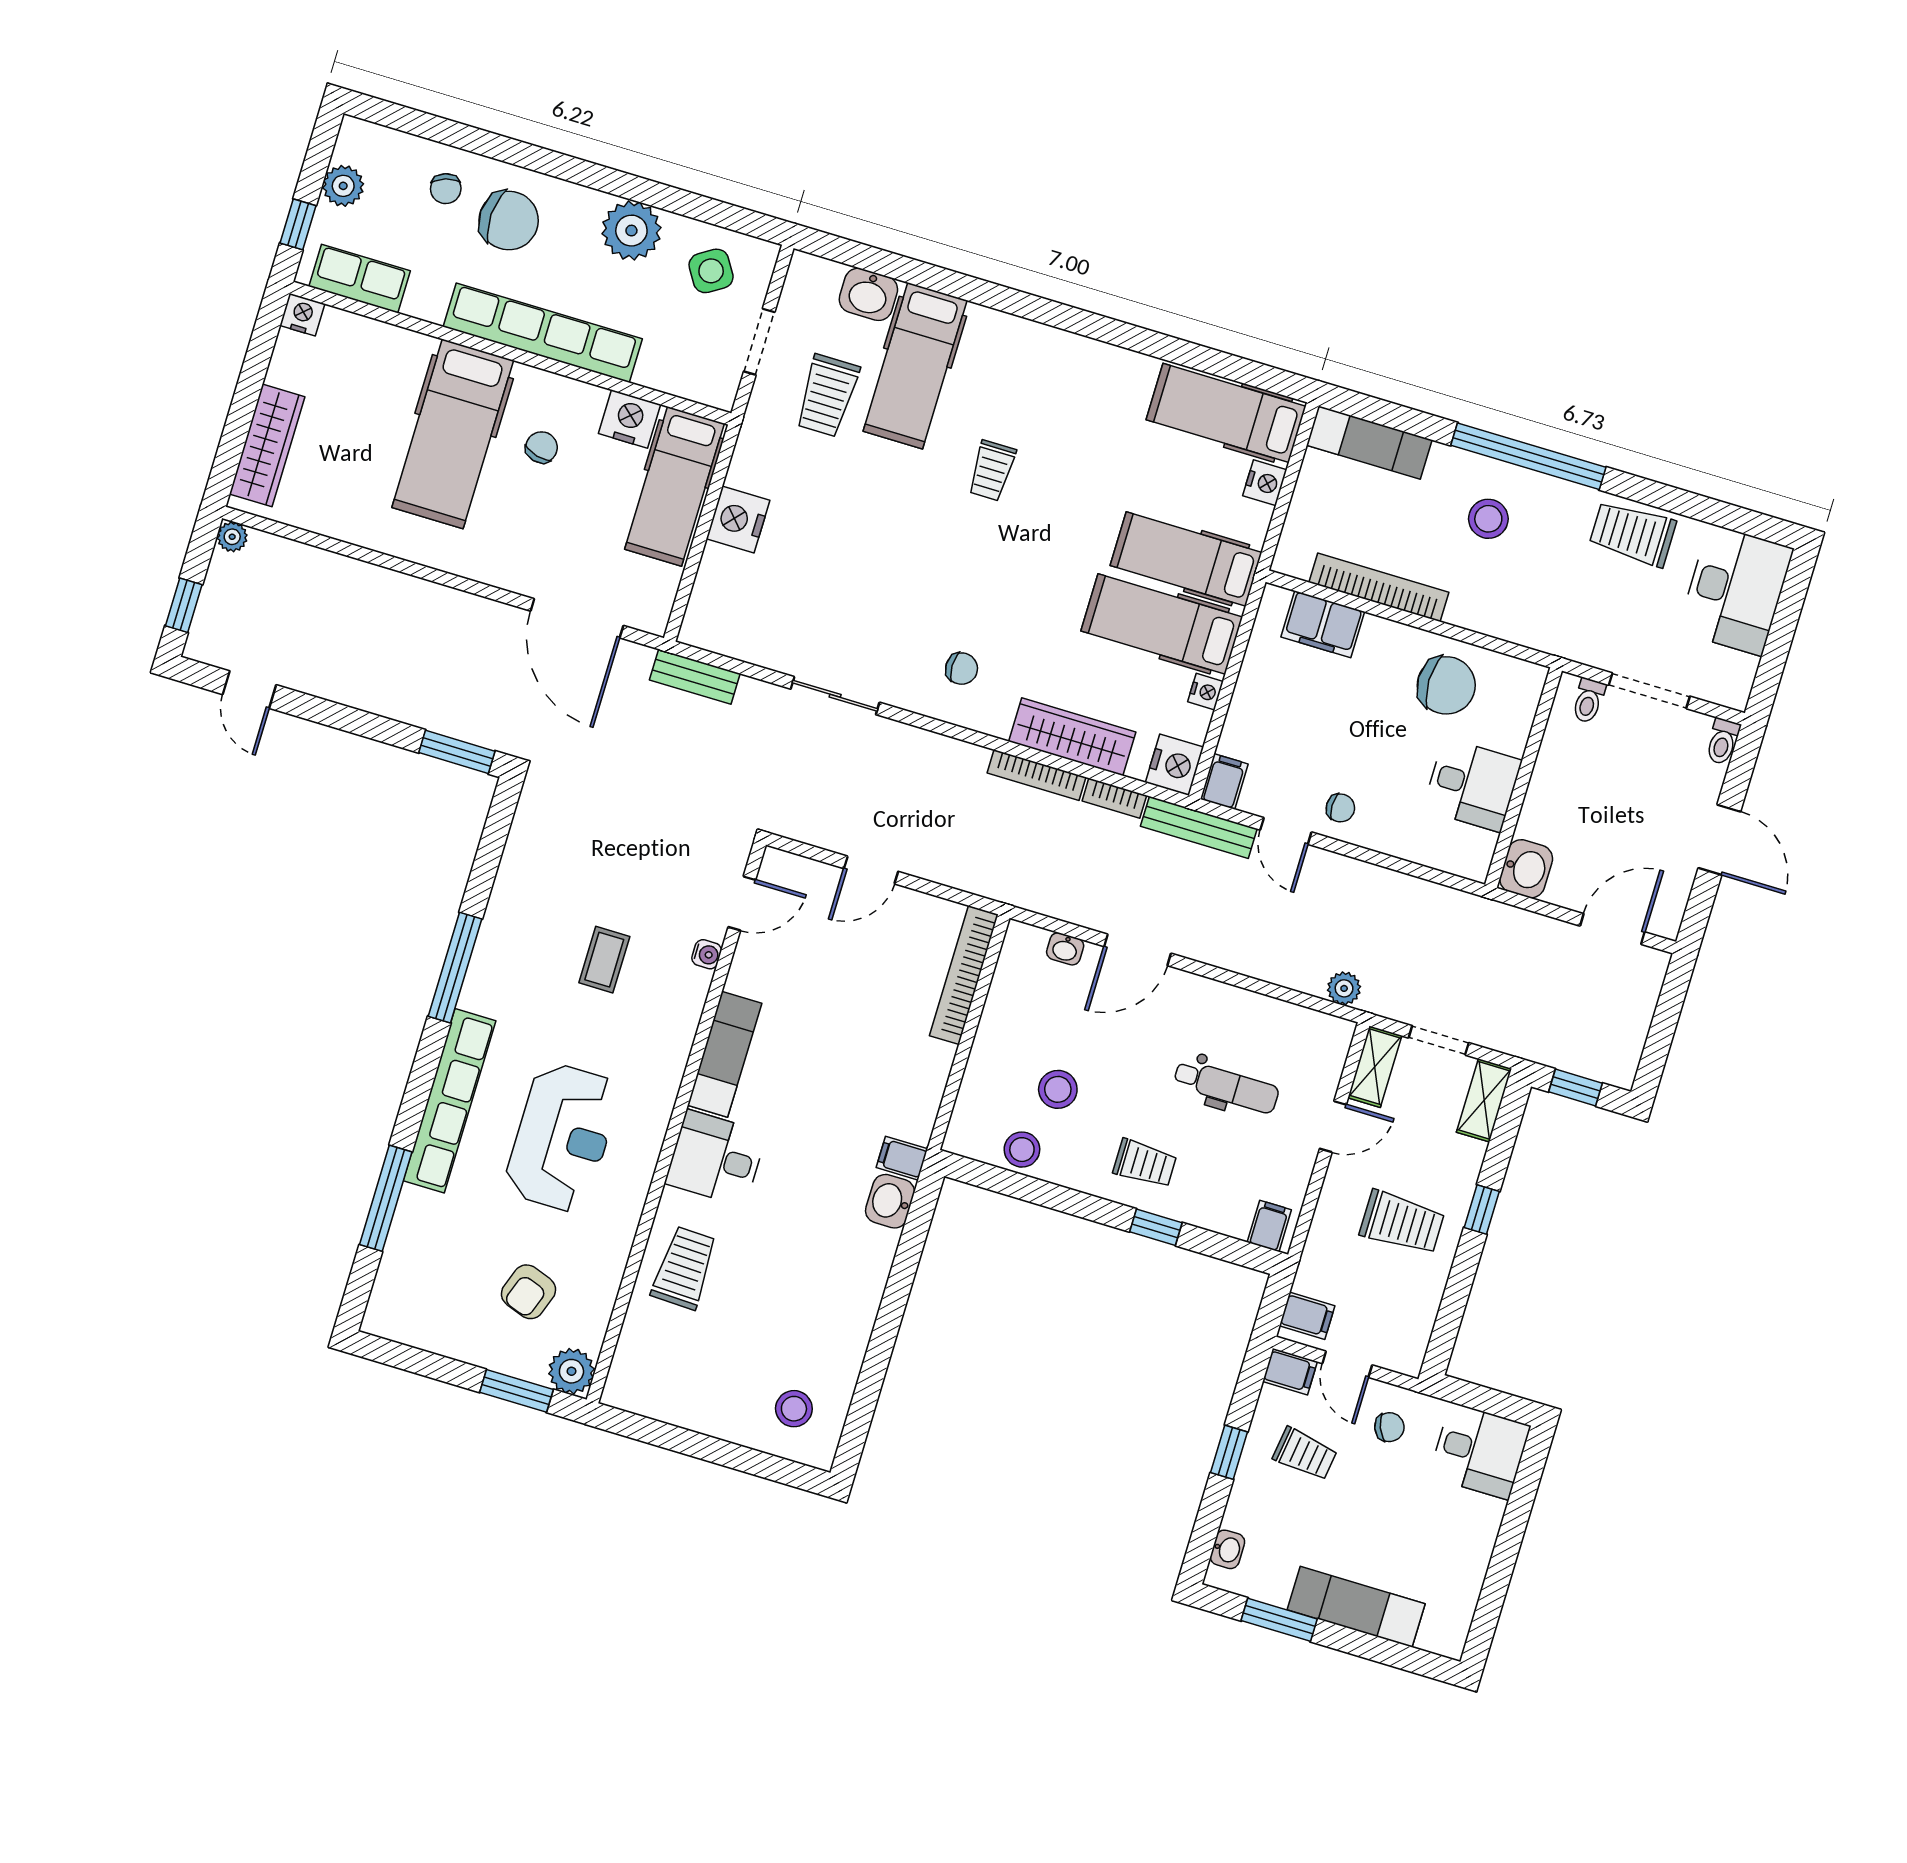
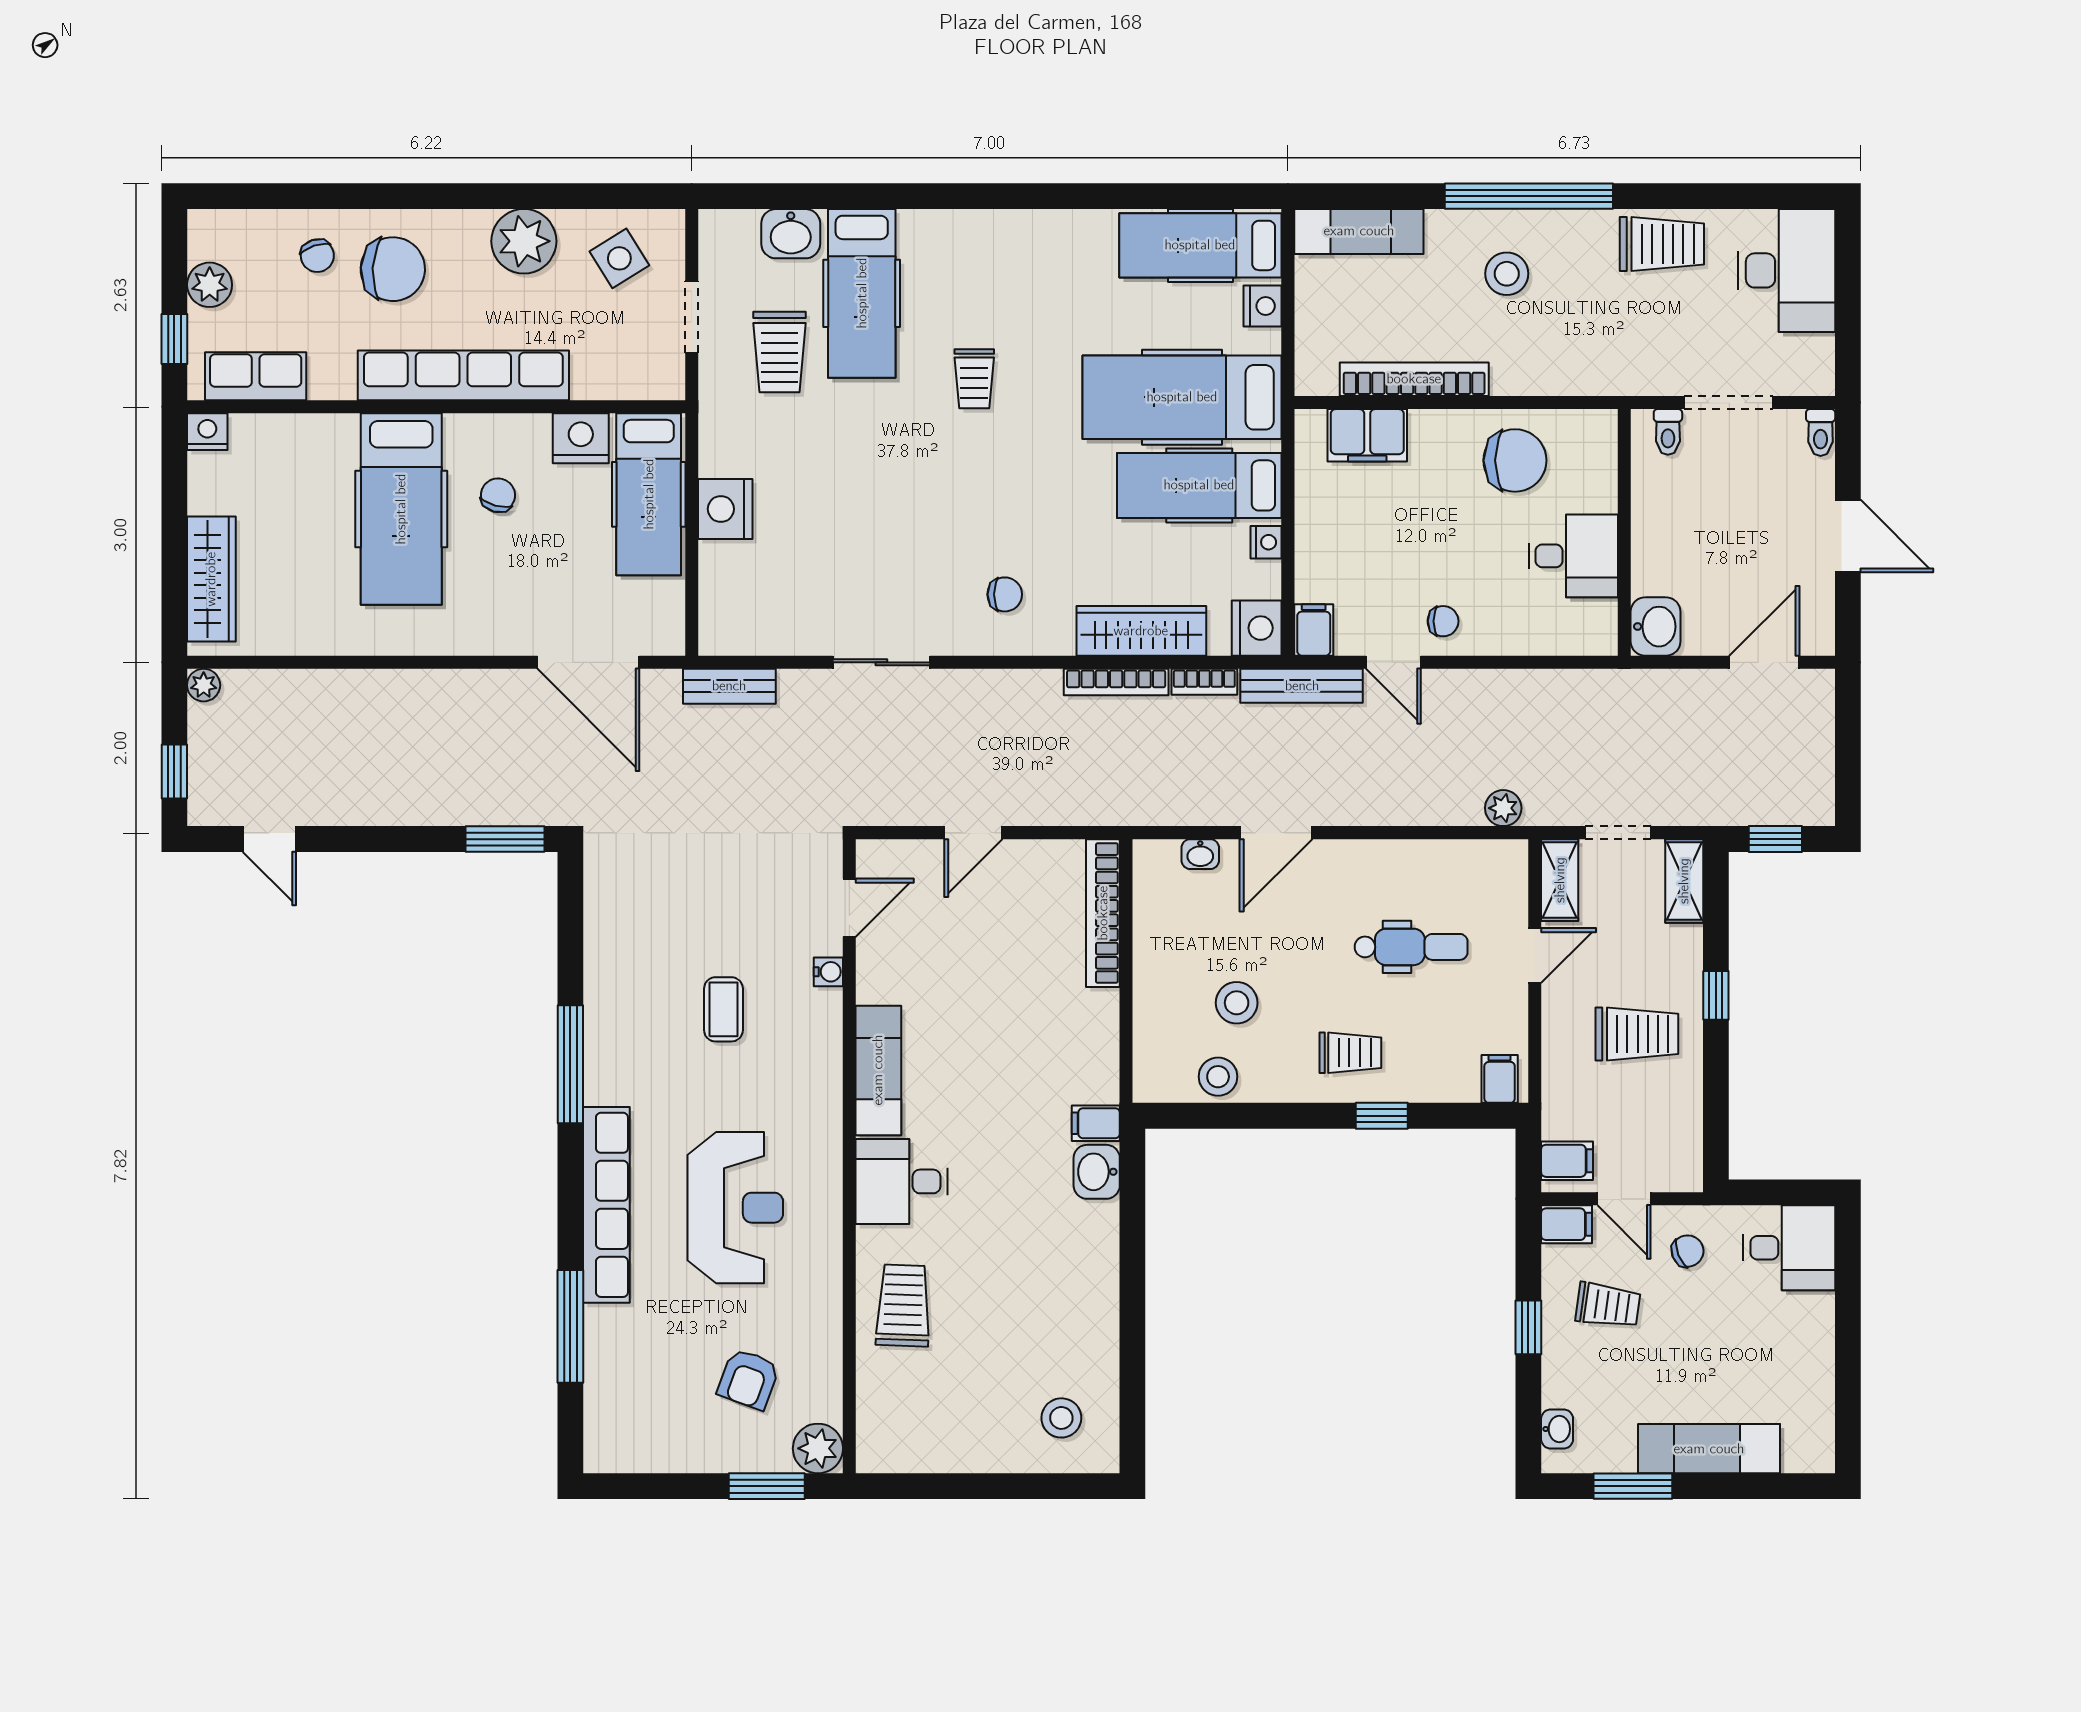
trolley: (1633, 534) -> (1662, 244), turned 180
hospital bed: (1186, 559) -> (1182, 397), width x1.37, depth x1.29

